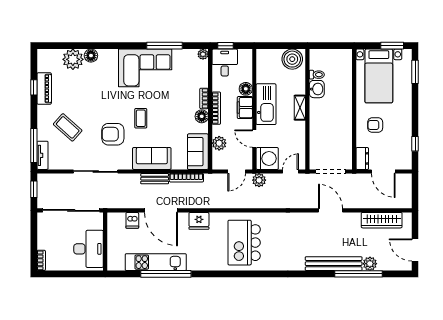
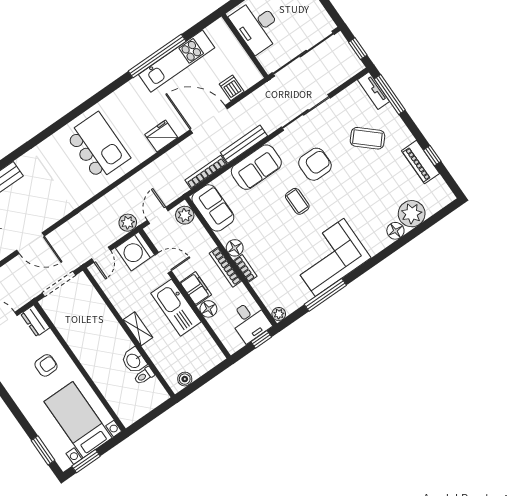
boiler: (292, 59) -> (185, 379), width x0.54, depth x0.54
plant: (219, 143) -> (185, 215), moved
bench: (155, 179) -> (244, 144), width x1.36

